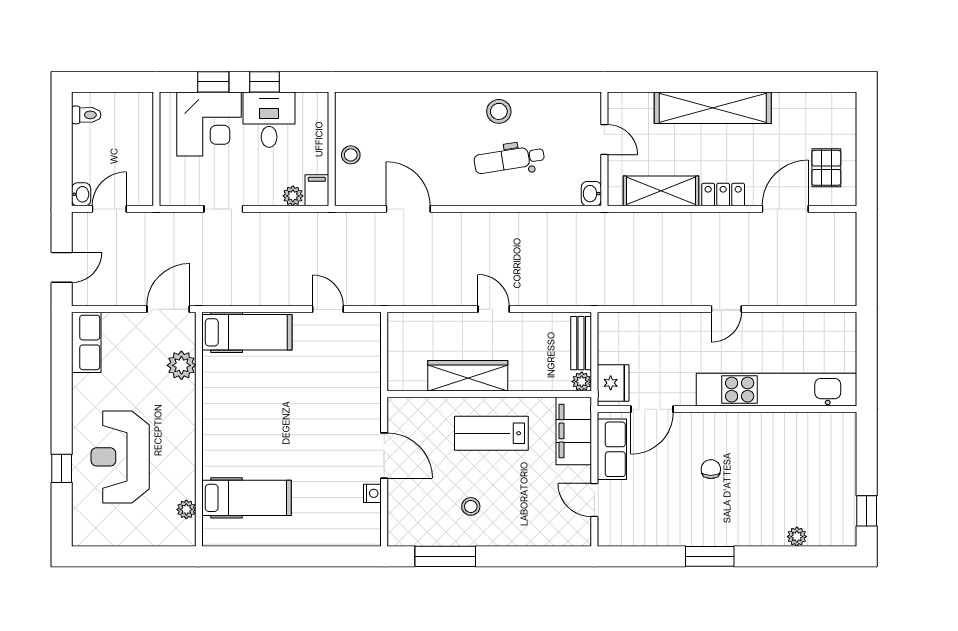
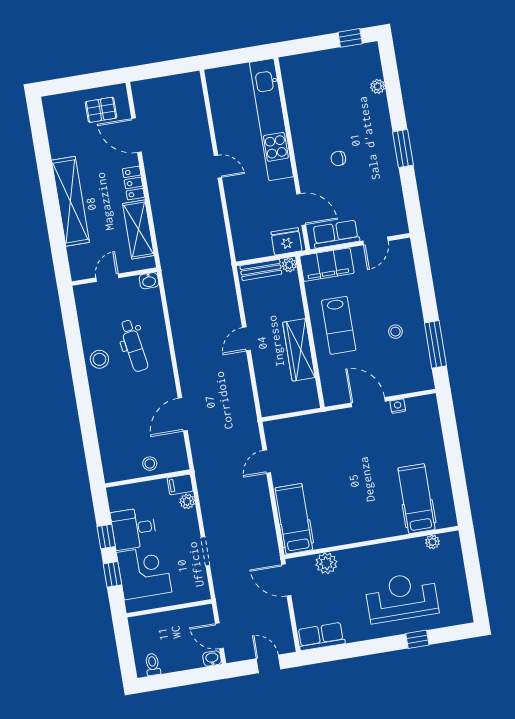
door: (384, 455) -> (368, 402), hinge flipped
reception desk: (120, 457) -> (402, 597), turned 180

